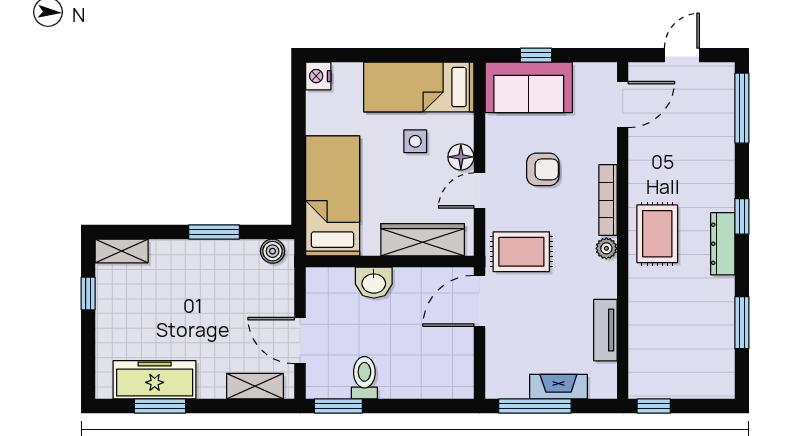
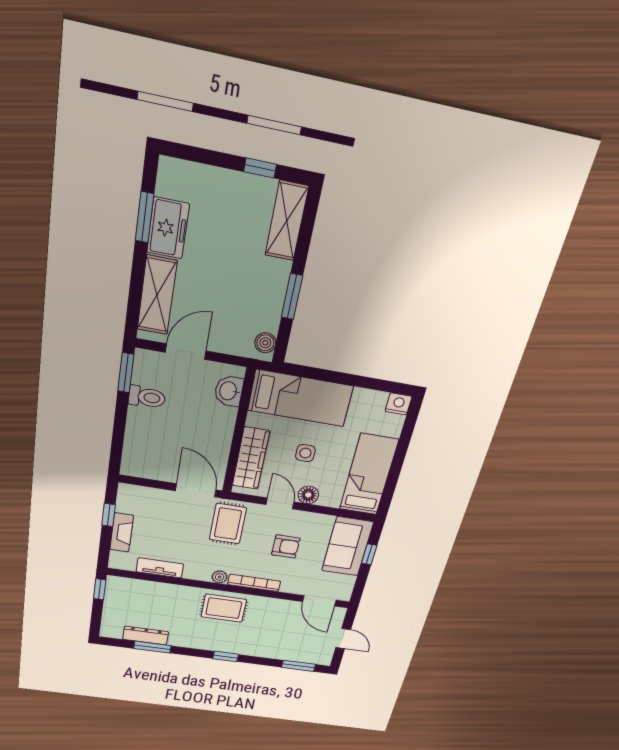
window: (742, 108) -> (298, 666), width x0.69
side table: (415, 141) -> (305, 453), moved
armchair: (543, 169) -> (286, 546), turned -90
dresser: (723, 244) -> (146, 636), moved
shelving: (122, 251) -> (287, 221), width x1.50, depth x1.33
washbasin: (374, 283) -> (229, 391), moved
freezer: (155, 380) -> (168, 228), width x0.71
shelving: (255, 386) -> (157, 295), width x1.50, depth x1.33
window: (535, 406) -> (109, 515), width x0.46

